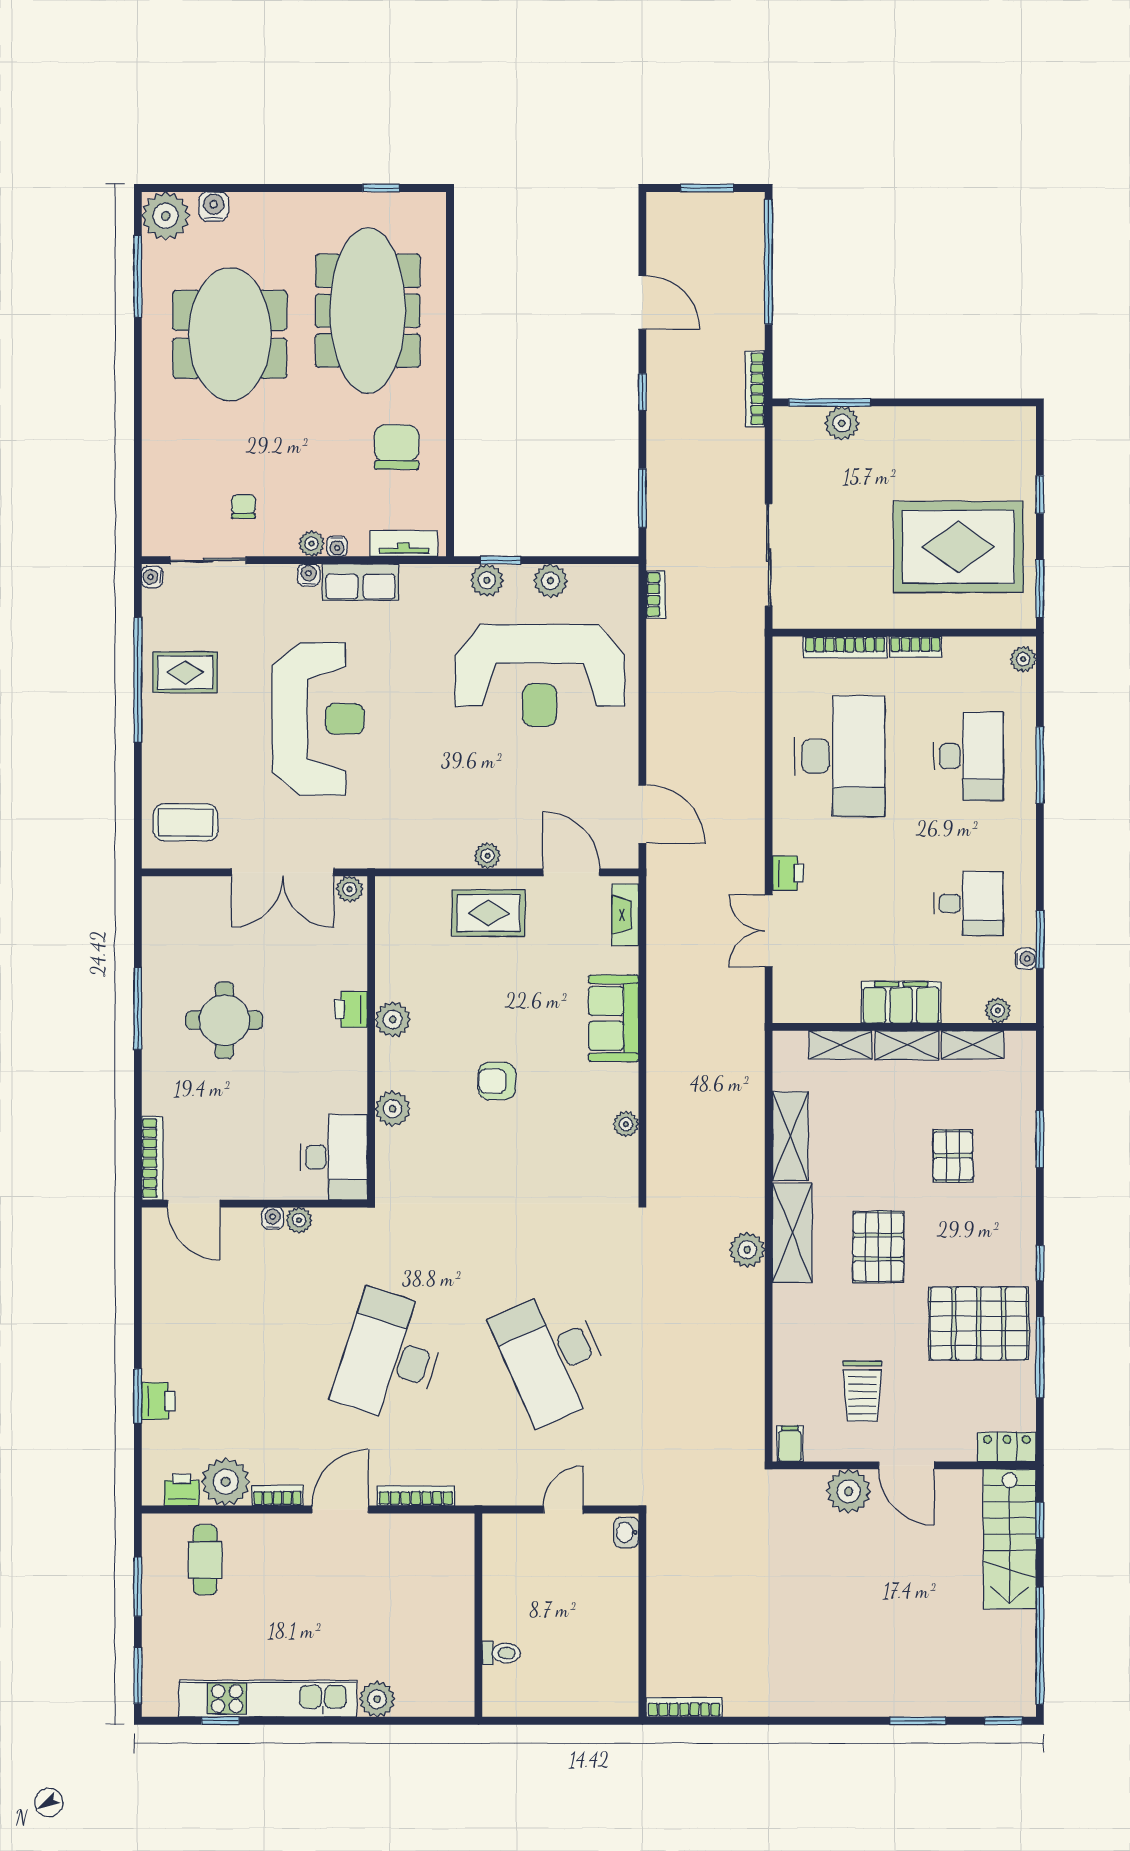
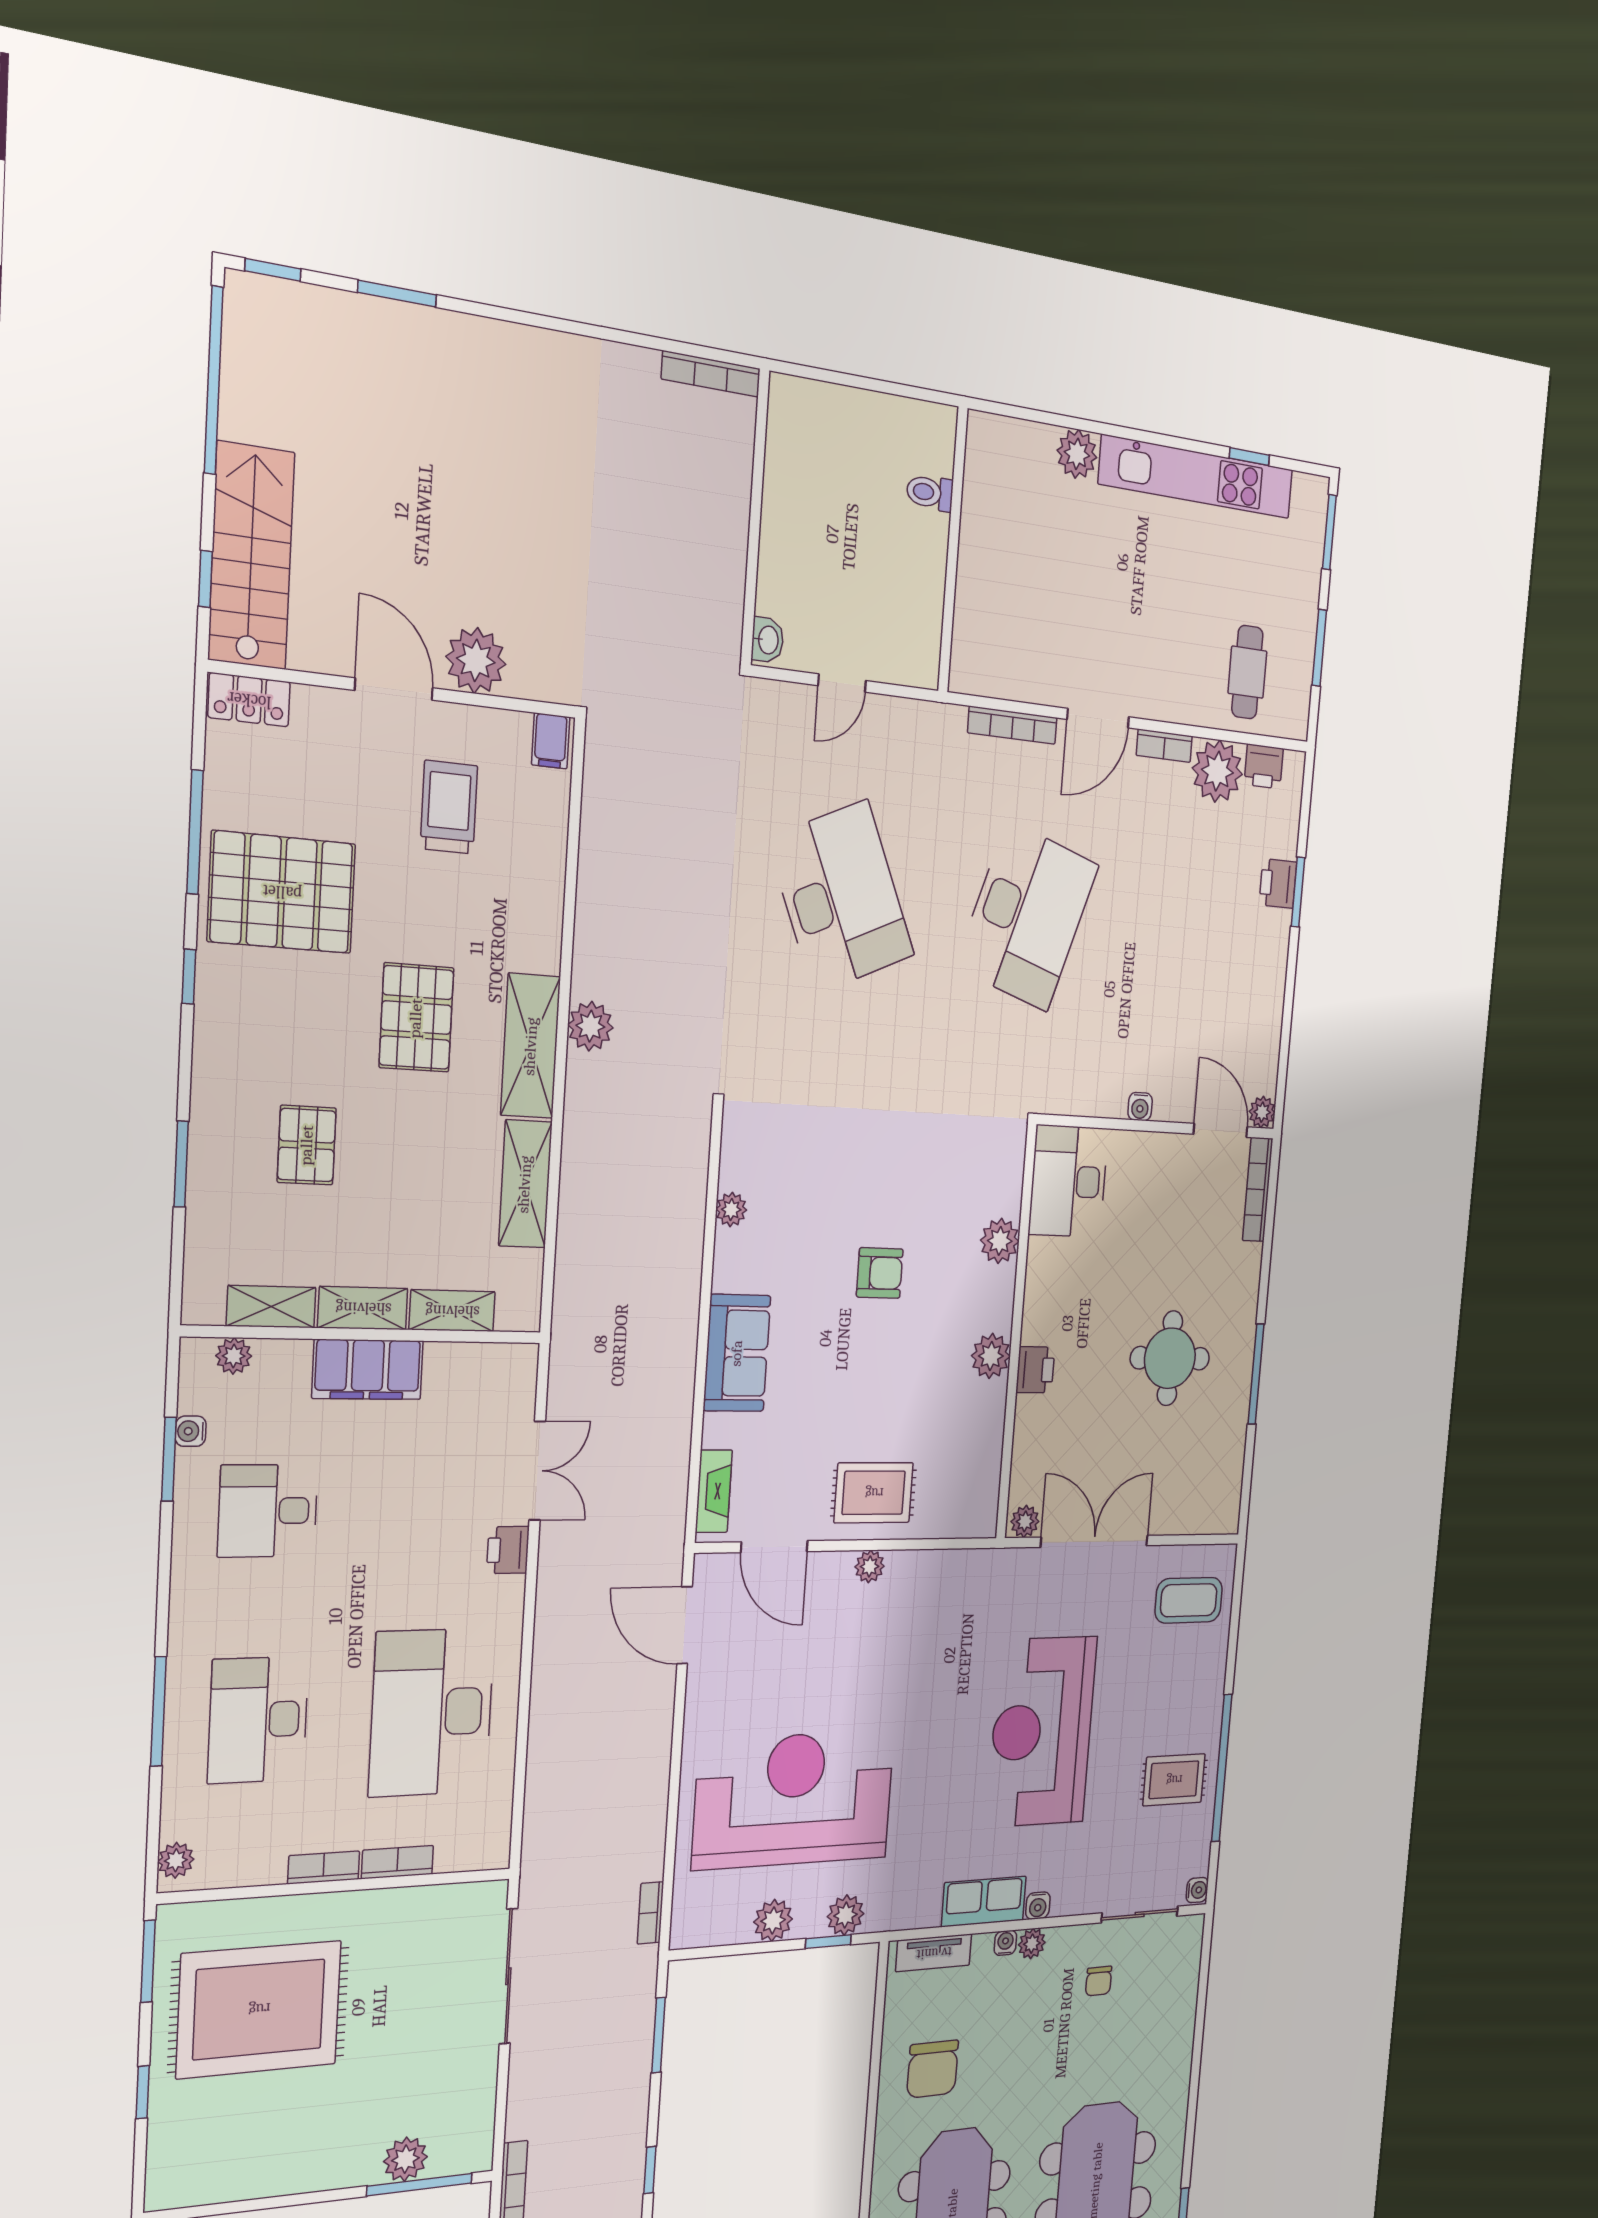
bookcase: (845, 647) -> (398, 1862), width x0.64
plant: (299, 1220) -> (1262, 1112), moved

